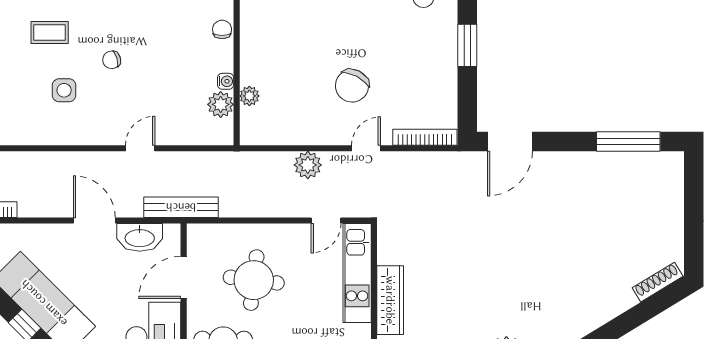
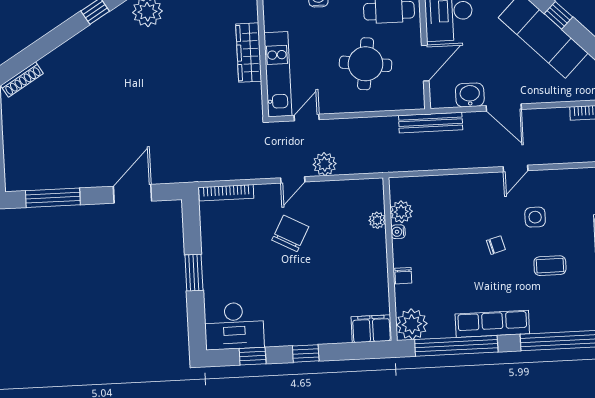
door: (510, 142) -> (133, 194), moved
door: (140, 148) -> (516, 169), moved
door: (366, 148) -> (293, 180), moved
washbasin: (140, 237) -> (470, 95), width x0.72

